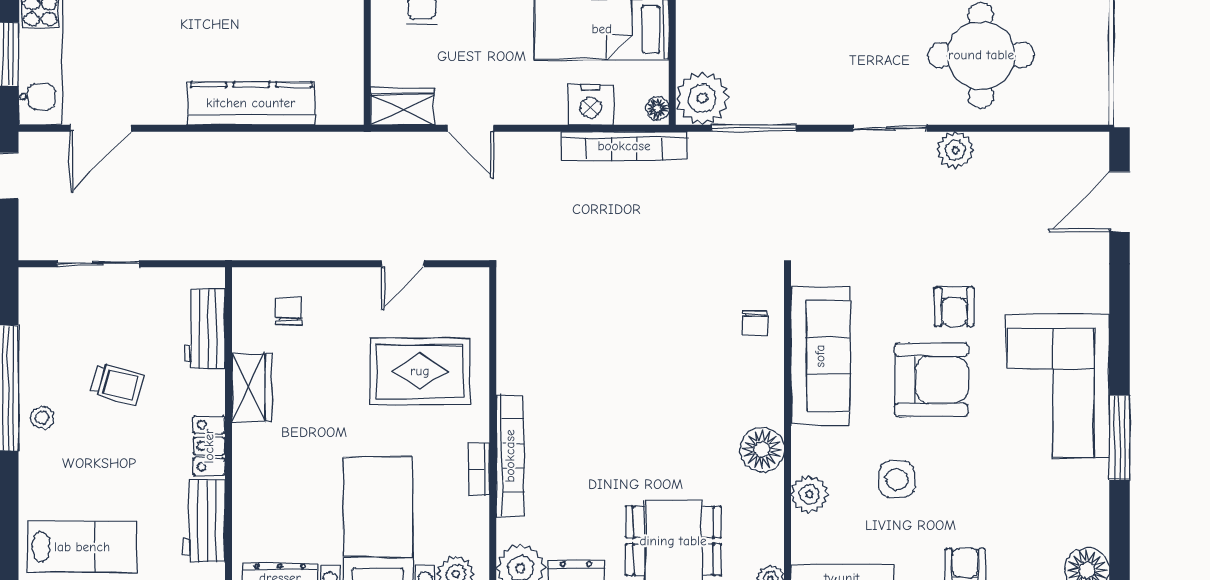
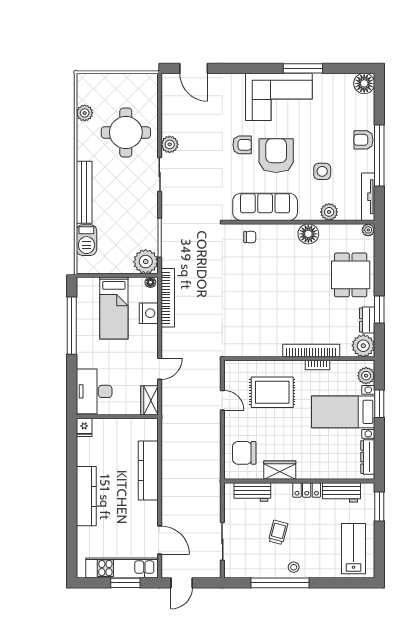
chair: (289, 311) -> (244, 453), width x1.87, depth x1.87
rug: (420, 371) -> (272, 392), turned 90

